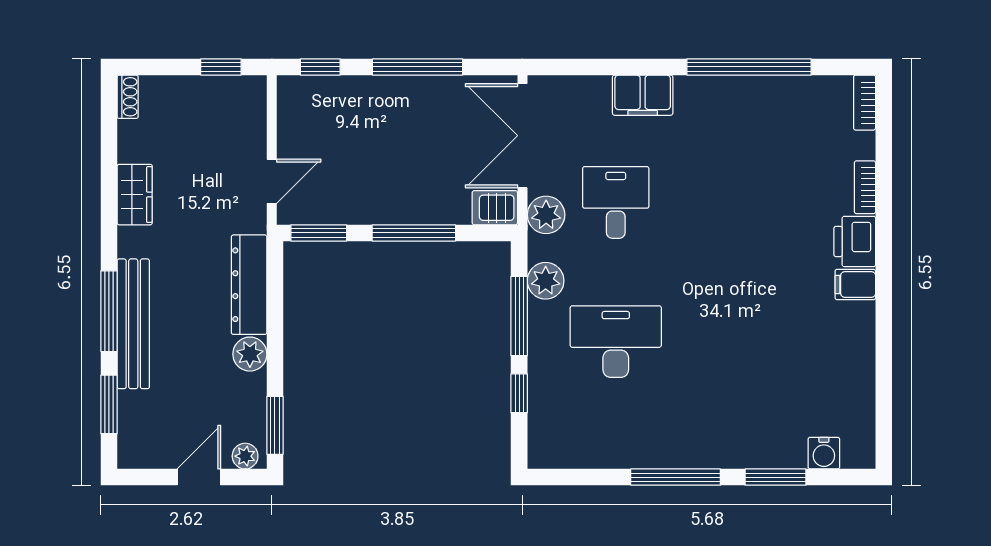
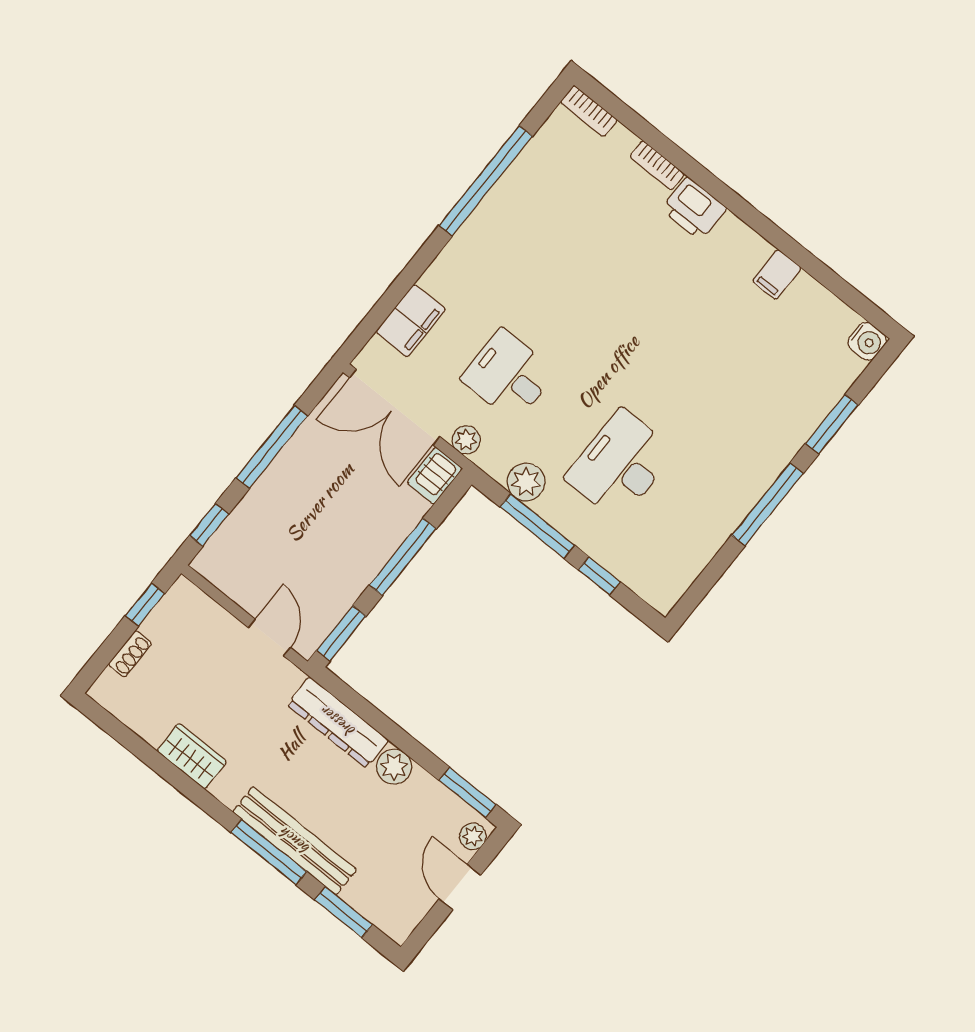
filing cabinet: (643, 95) -> (411, 321), moved
shoe rack: (128, 97) -> (130, 654), moved, turned 90
plant: (546, 215) -> (466, 440), width x0.73, depth x0.73
filing cabinet: (855, 285) -> (777, 274), moved
water cooler: (824, 453) -> (867, 341), moved

